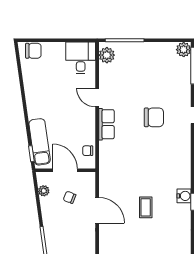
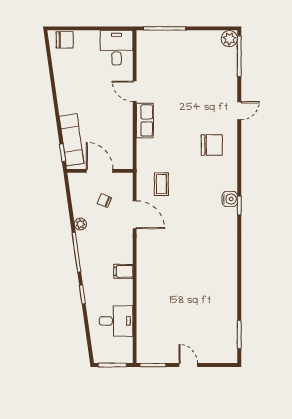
plant: (107, 55) -> (145, 45), removed
chair: (154, 117) -> (212, 145), moved
chair: (88, 151) -> (124, 149), removed
plant: (44, 191) -> (80, 224), moved
coffee table: (146, 207) -> (161, 184), moved

